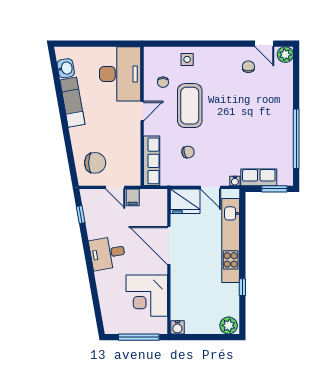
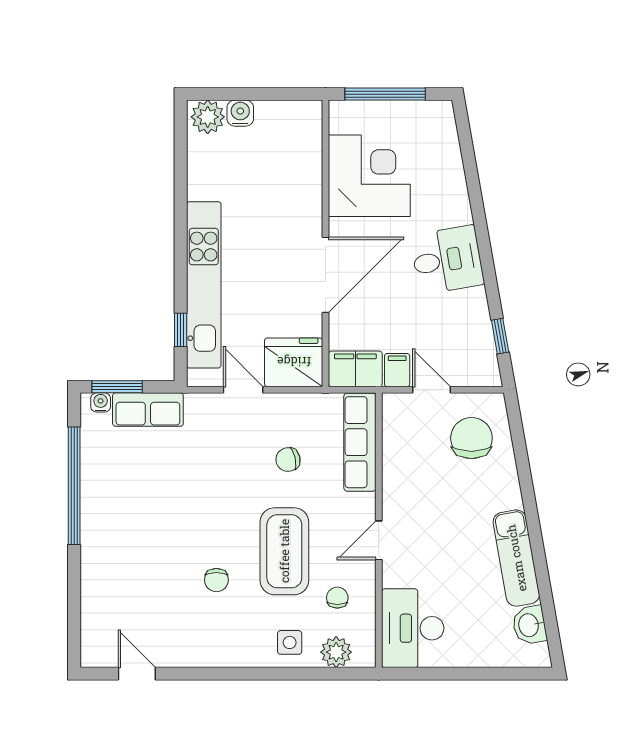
plant: (285, 55) -> (336, 652), moved
chair: (248, 67) -> (216, 580), moved
desk: (120, 74) -> (413, 628), width x0.73, depth x0.77
chair: (95, 163) -> (471, 438), turned 90
water cooler: (235, 181) -> (101, 402), moved
filing cabinet: (154, 198) -> (355, 369), added
door: (169, 246) -> (325, 275), hinge flipped
window: (242, 287) -> (181, 330), moved
water cooler: (177, 327) -> (240, 113), moved

